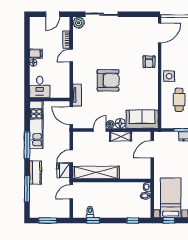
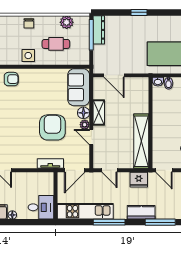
armchair: (108, 80) -> (52, 127), moved
door: (71, 156) -> (110, 170), moved

